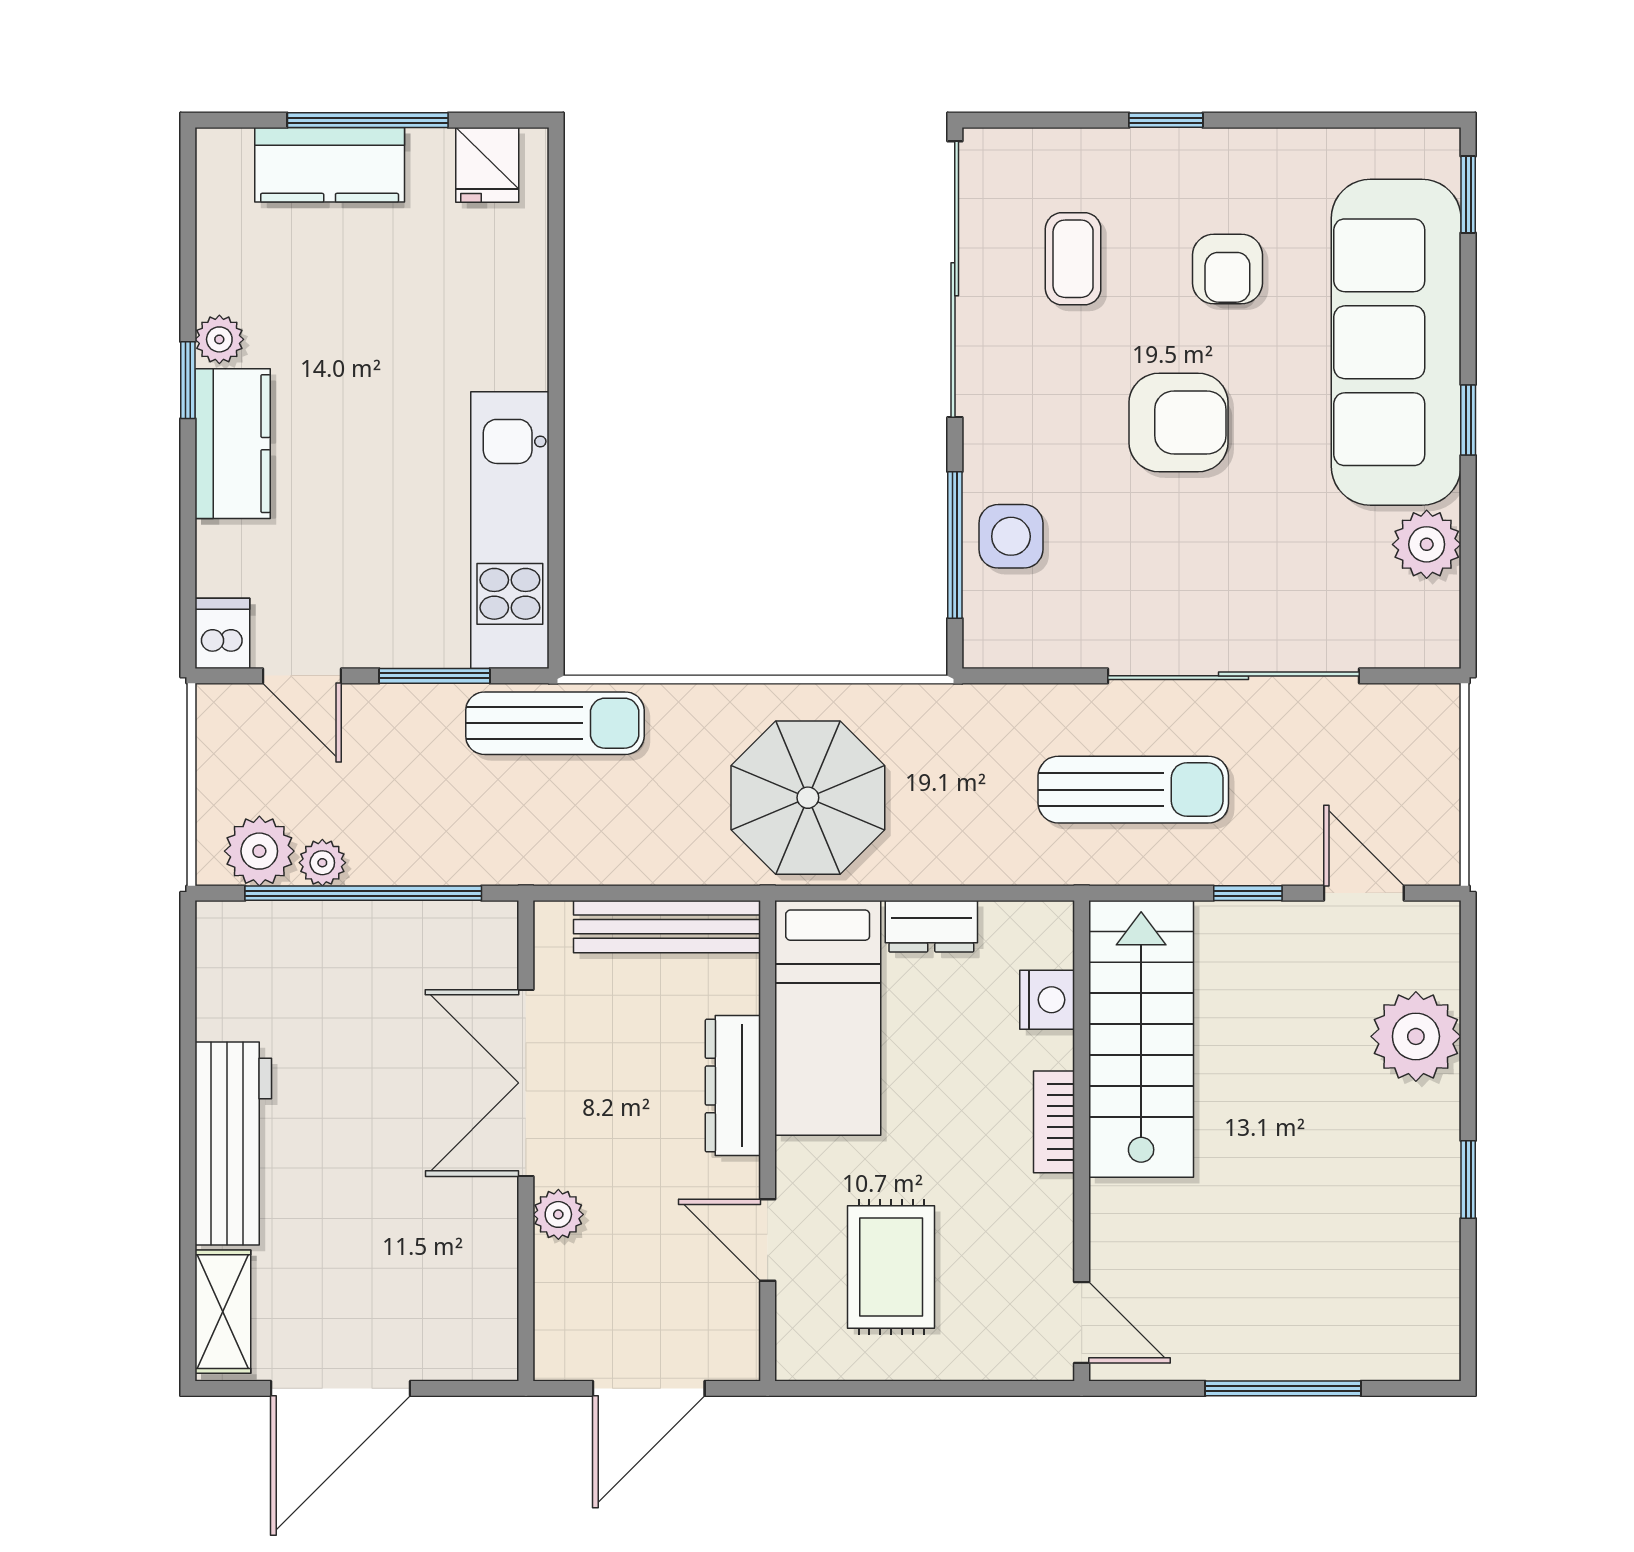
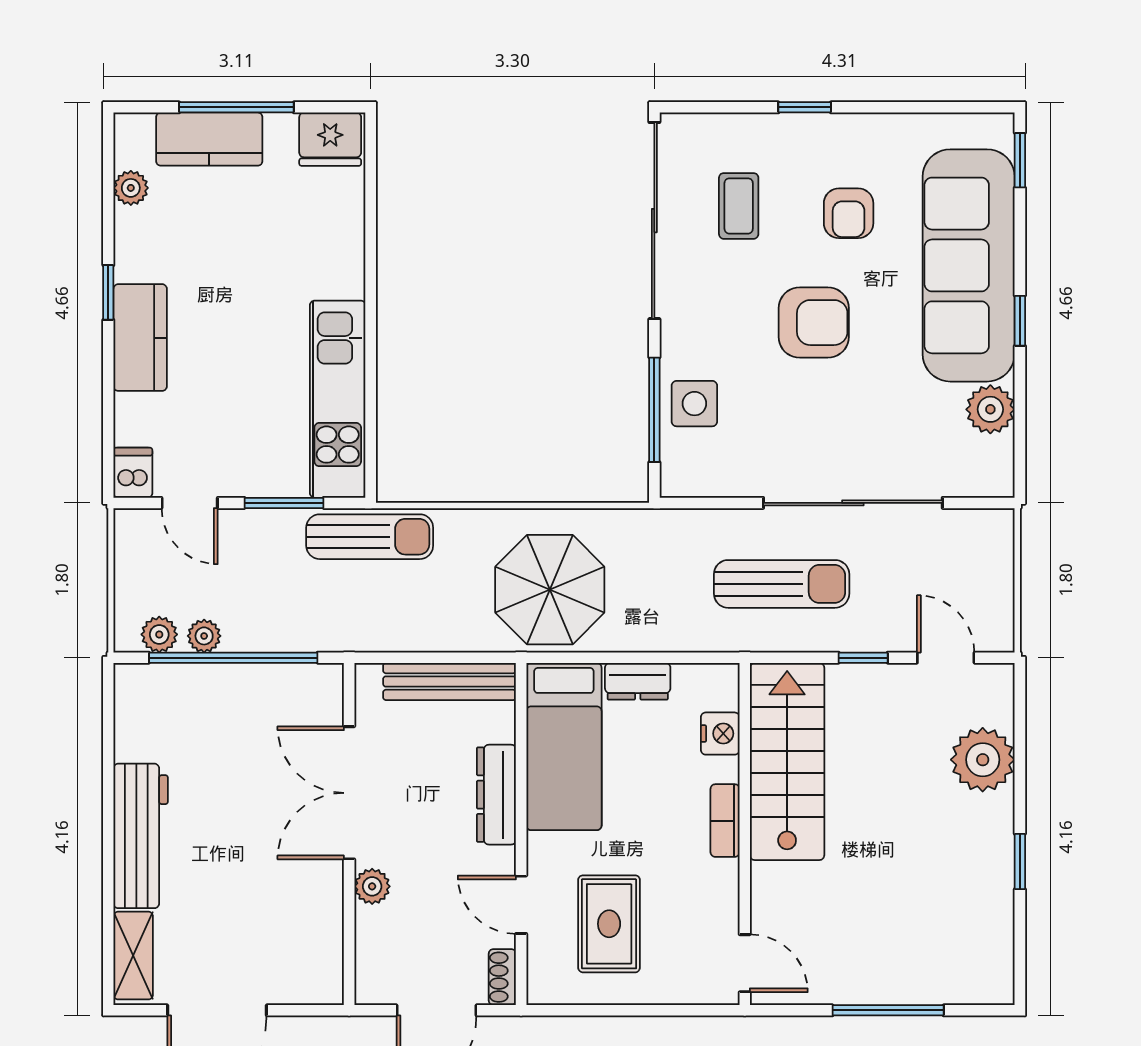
fridge: (487, 165) -> (330, 139), width x1.38
plant: (219, 339) -> (131, 188), moved
plant: (259, 851) -> (159, 634), width x0.73, depth x0.73
shoe rack: (741, 1342) -> (502, 977), added

